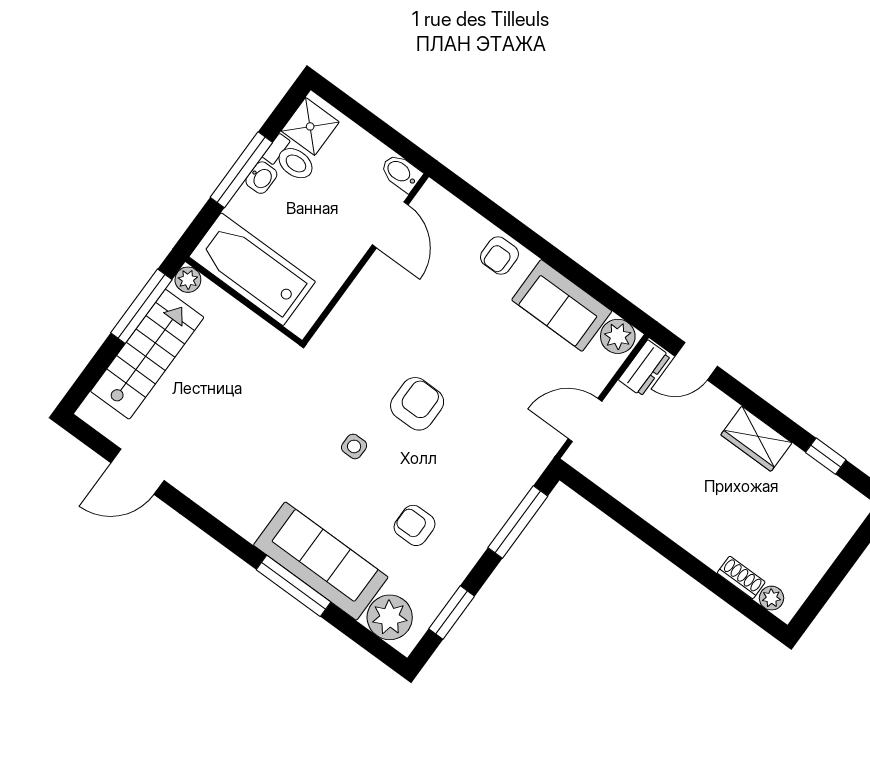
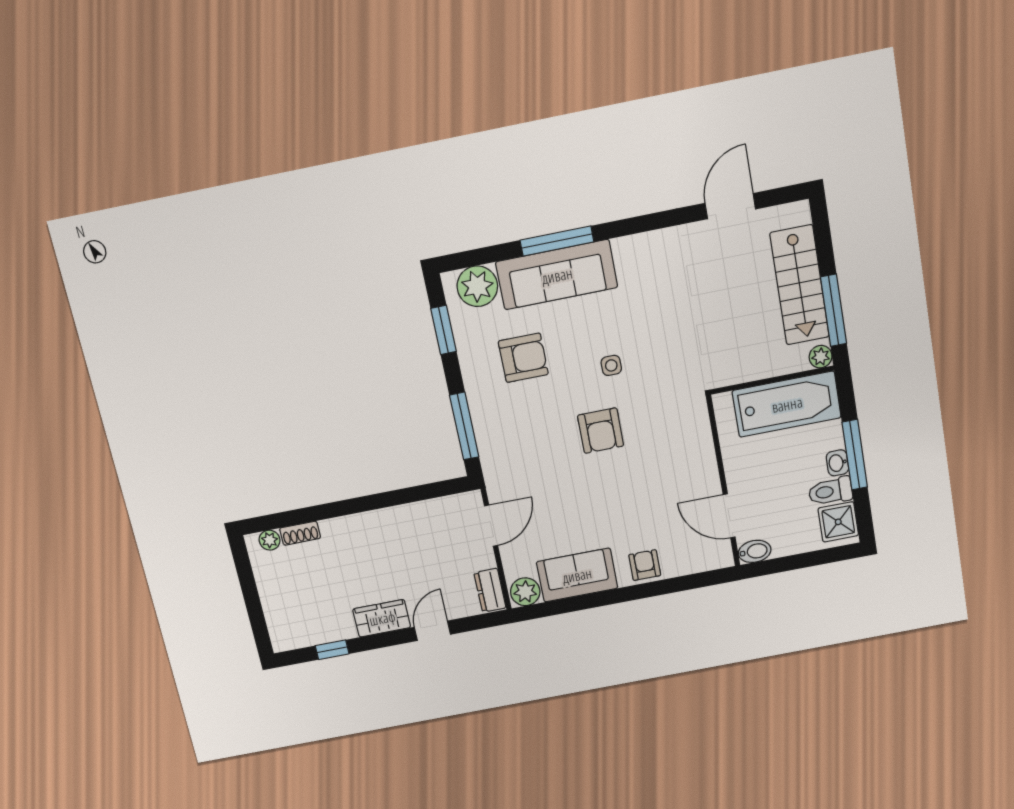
door: (696, 361) -> (432, 631), moved
armchair: (415, 525) -> (523, 358), width x1.38, depth x1.38

